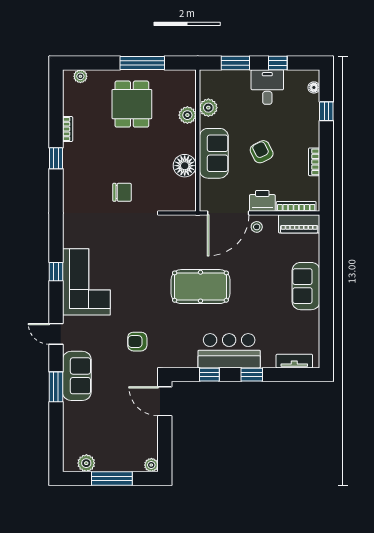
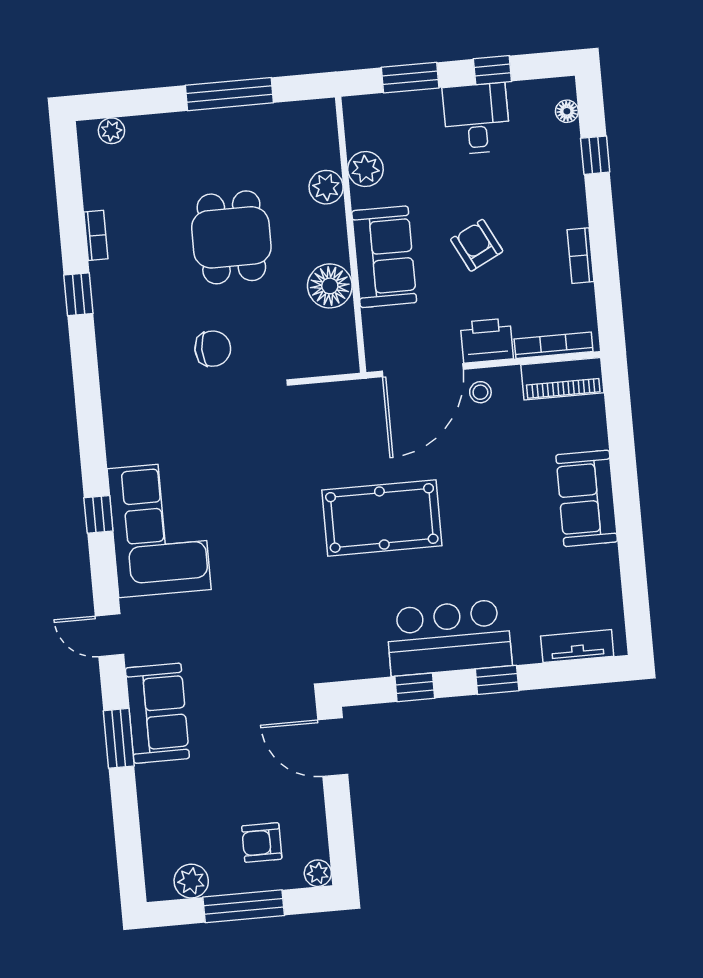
dining table: (132, 104) -> (231, 237), moved
armchair: (137, 342) -> (262, 842), moved

